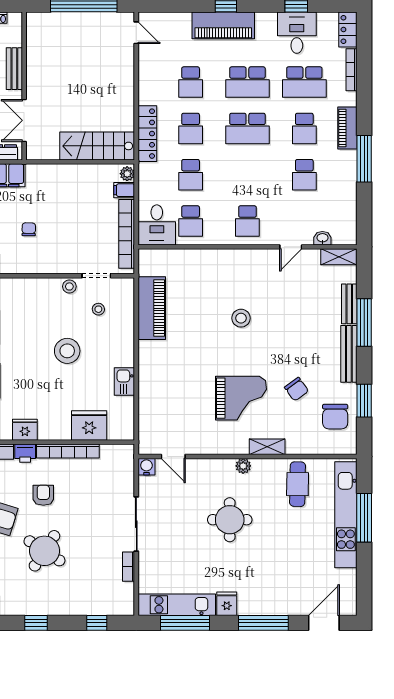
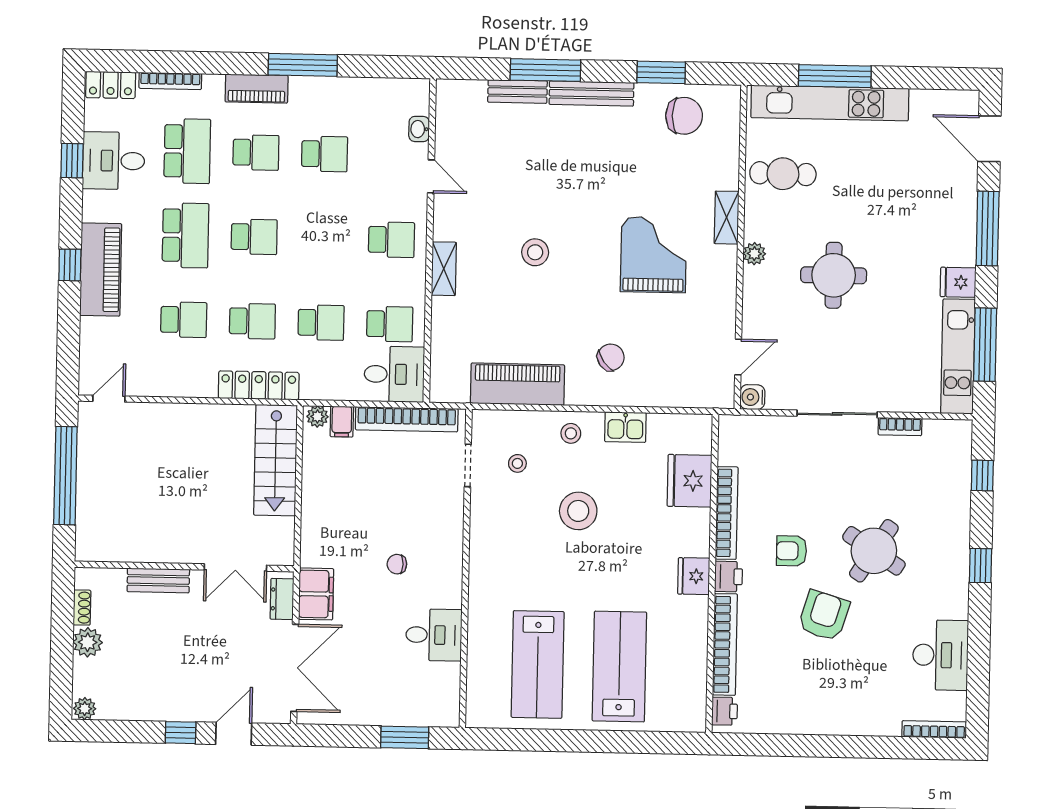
school desk: (247, 128) -> (254, 237), width x0.54
shelving: (339, 257) -> (444, 269), moved
stool: (69, 286) -> (571, 433), moved
chair: (297, 389) -> (611, 357), moved

